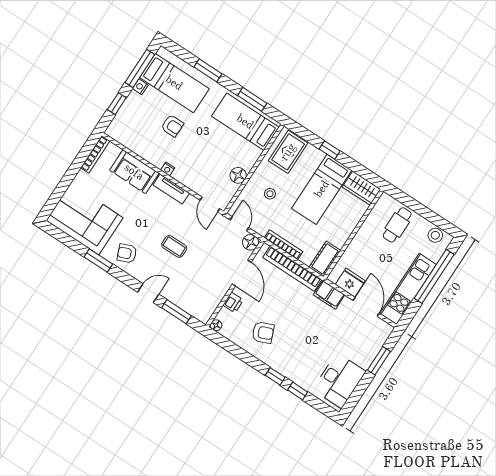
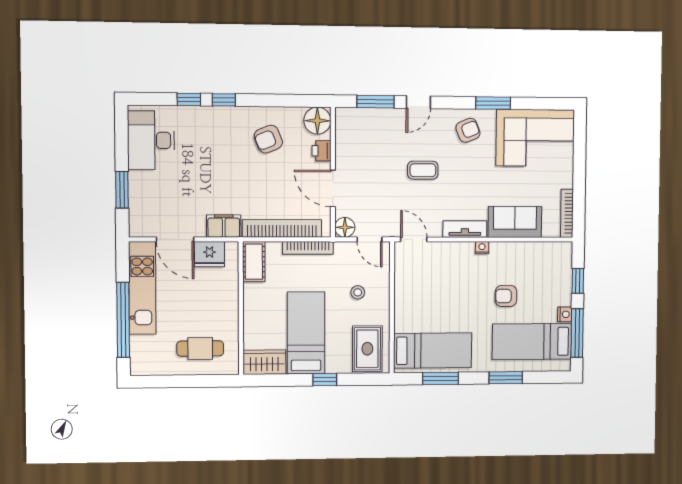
floor lamp: (238, 175) -> (404, 290), removed
cafe table: (397, 225) -> (200, 348), turned 90
stool: (435, 235) -> (152, 364), removed
floor lamp: (216, 325) -> (317, 121), width x1.89, depth x1.89

